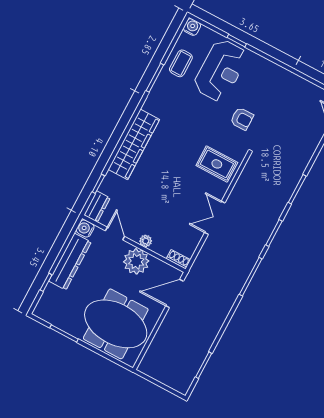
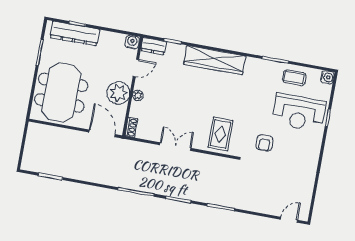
dresser: (70, 262) -> (75, 33), moved

